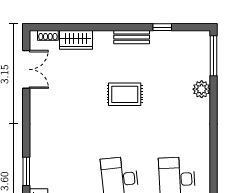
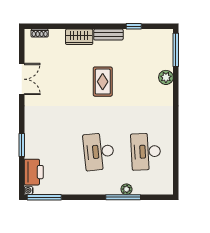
wardrobe: (76, 40) -> (79, 37), moved
double door: (26, 69) -> (22, 79), moved
rug: (125, 94) -> (103, 82), turned 90

